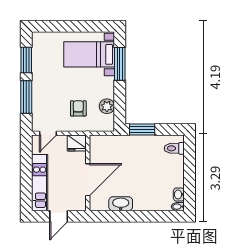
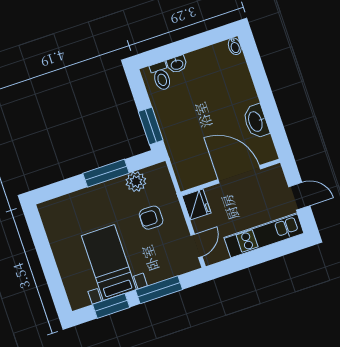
bed with nightstands: (89, 54) -> (109, 263), moved, turned 180
window: (120, 64) -> (106, 173), moved
door: (48, 133) -> (197, 246), hinge flipped
washbasin: (179, 194) -> (177, 64), moved

